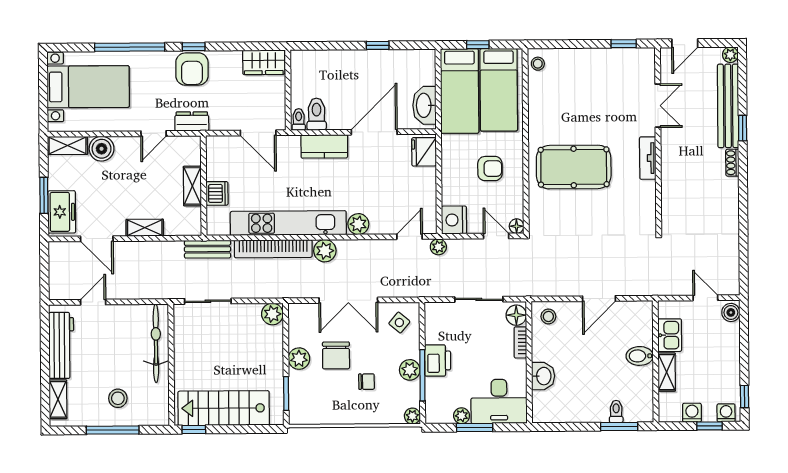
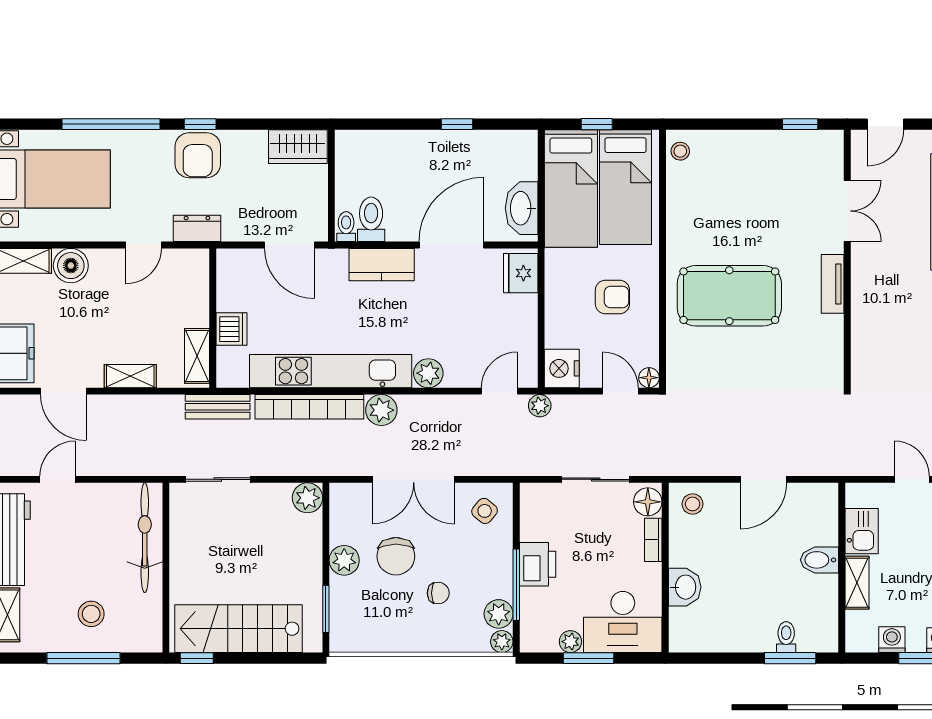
shelving: (192, 186) -> (197, 356), moved
plant: (410, 370) -> (499, 614), moved

